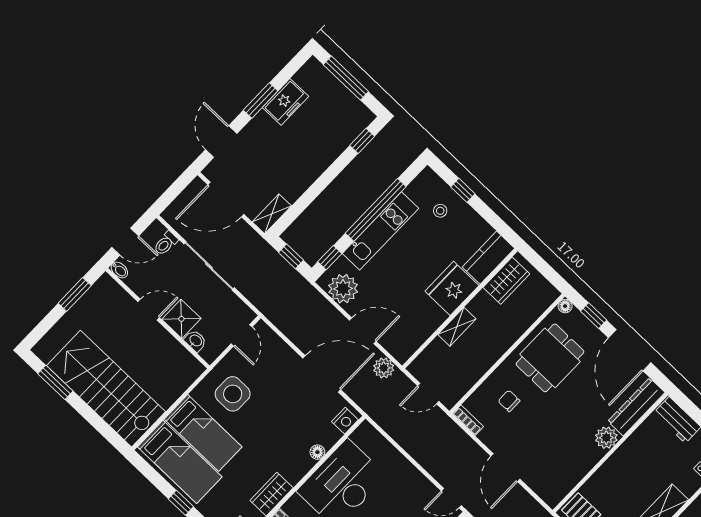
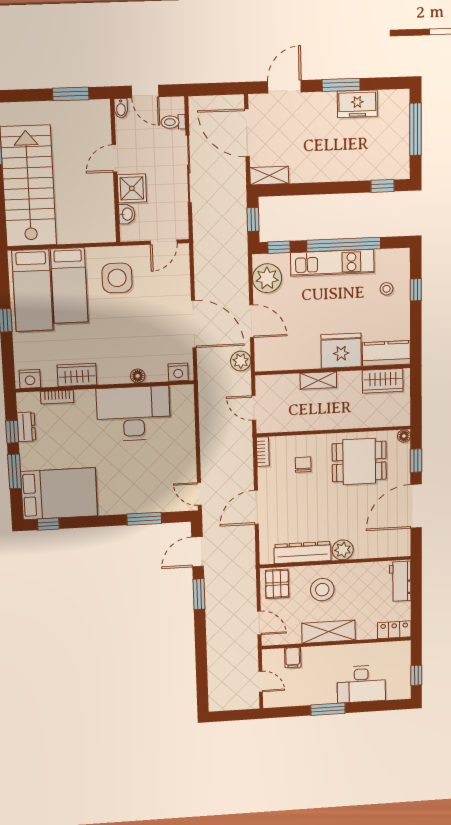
door: (149, 310) -> (115, 158), swing flipped
dresser: (636, 407) -> (303, 553), moved
stool: (622, 484) -> (322, 590), added

